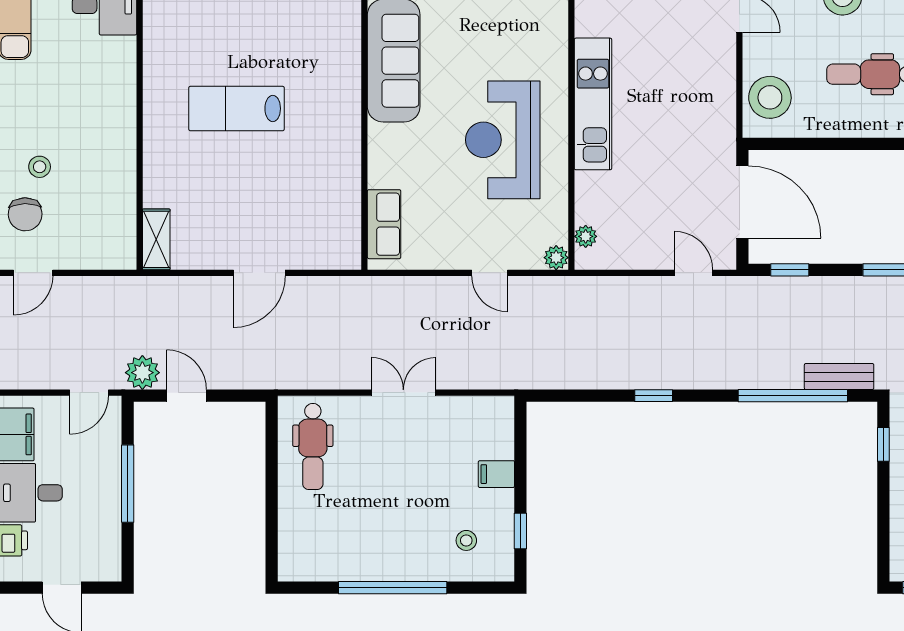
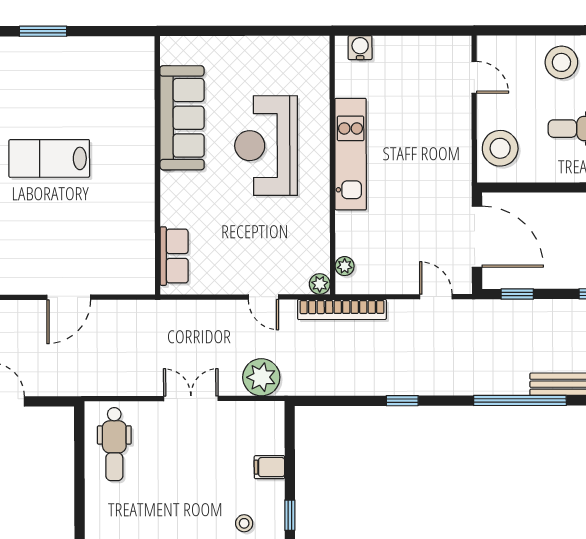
reception desk: (503, 140) -> (266, 146), moved
bookcase: (582, 288) -> (342, 309), added
plant: (487, 368) -> (261, 377), added

